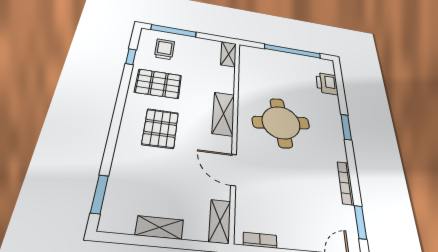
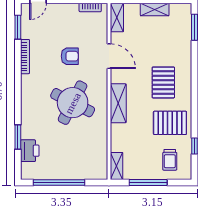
window: (174, 31) -> (148, 182), moved
round table: (281, 123) -> (73, 103), turned 35
window: (346, 127) -> (18, 137), moved
armchair: (287, 176) -> (70, 56), added

